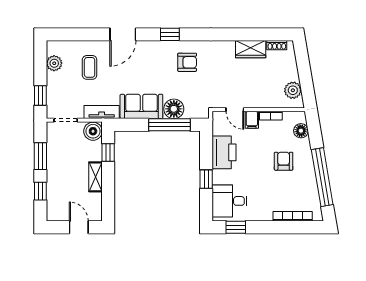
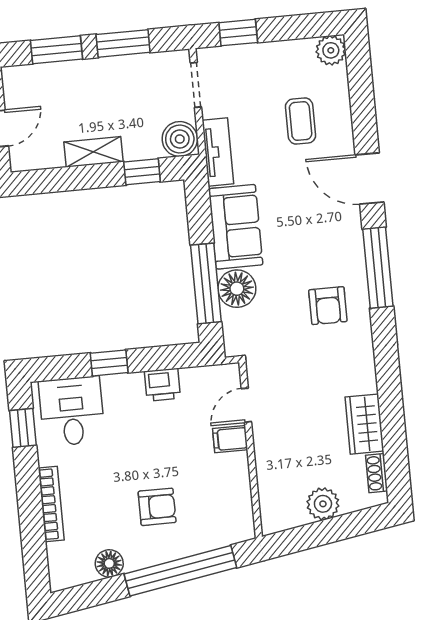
window: (170, 34) -> (378, 268), width x2.17
plant: (54, 63) -> (331, 50), moved
coffee table: (90, 67) -> (301, 121), turned 90
plant: (293, 90) -> (323, 504), moved
bookcase: (271, 116) -> (241, 474), removed
floor lamp: (301, 131) -> (109, 563), moved
printer: (224, 152) -> (162, 385), width x0.53, depth x0.68
window: (322, 177) -> (180, 571), moved
window: (40, 191) -> (56, 50), width x1.50
bookcase: (293, 216) -> (51, 504), moved

